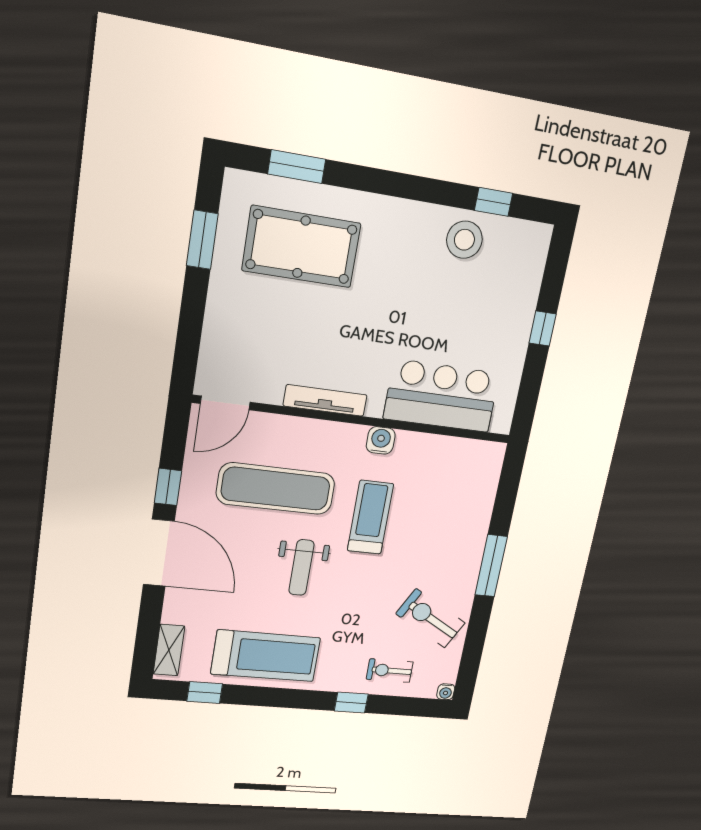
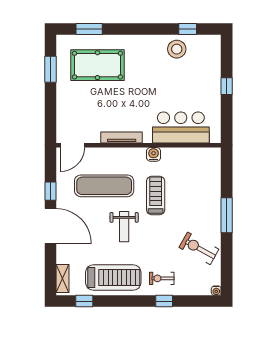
exercise bike: (390, 671) -> (162, 278), moved

